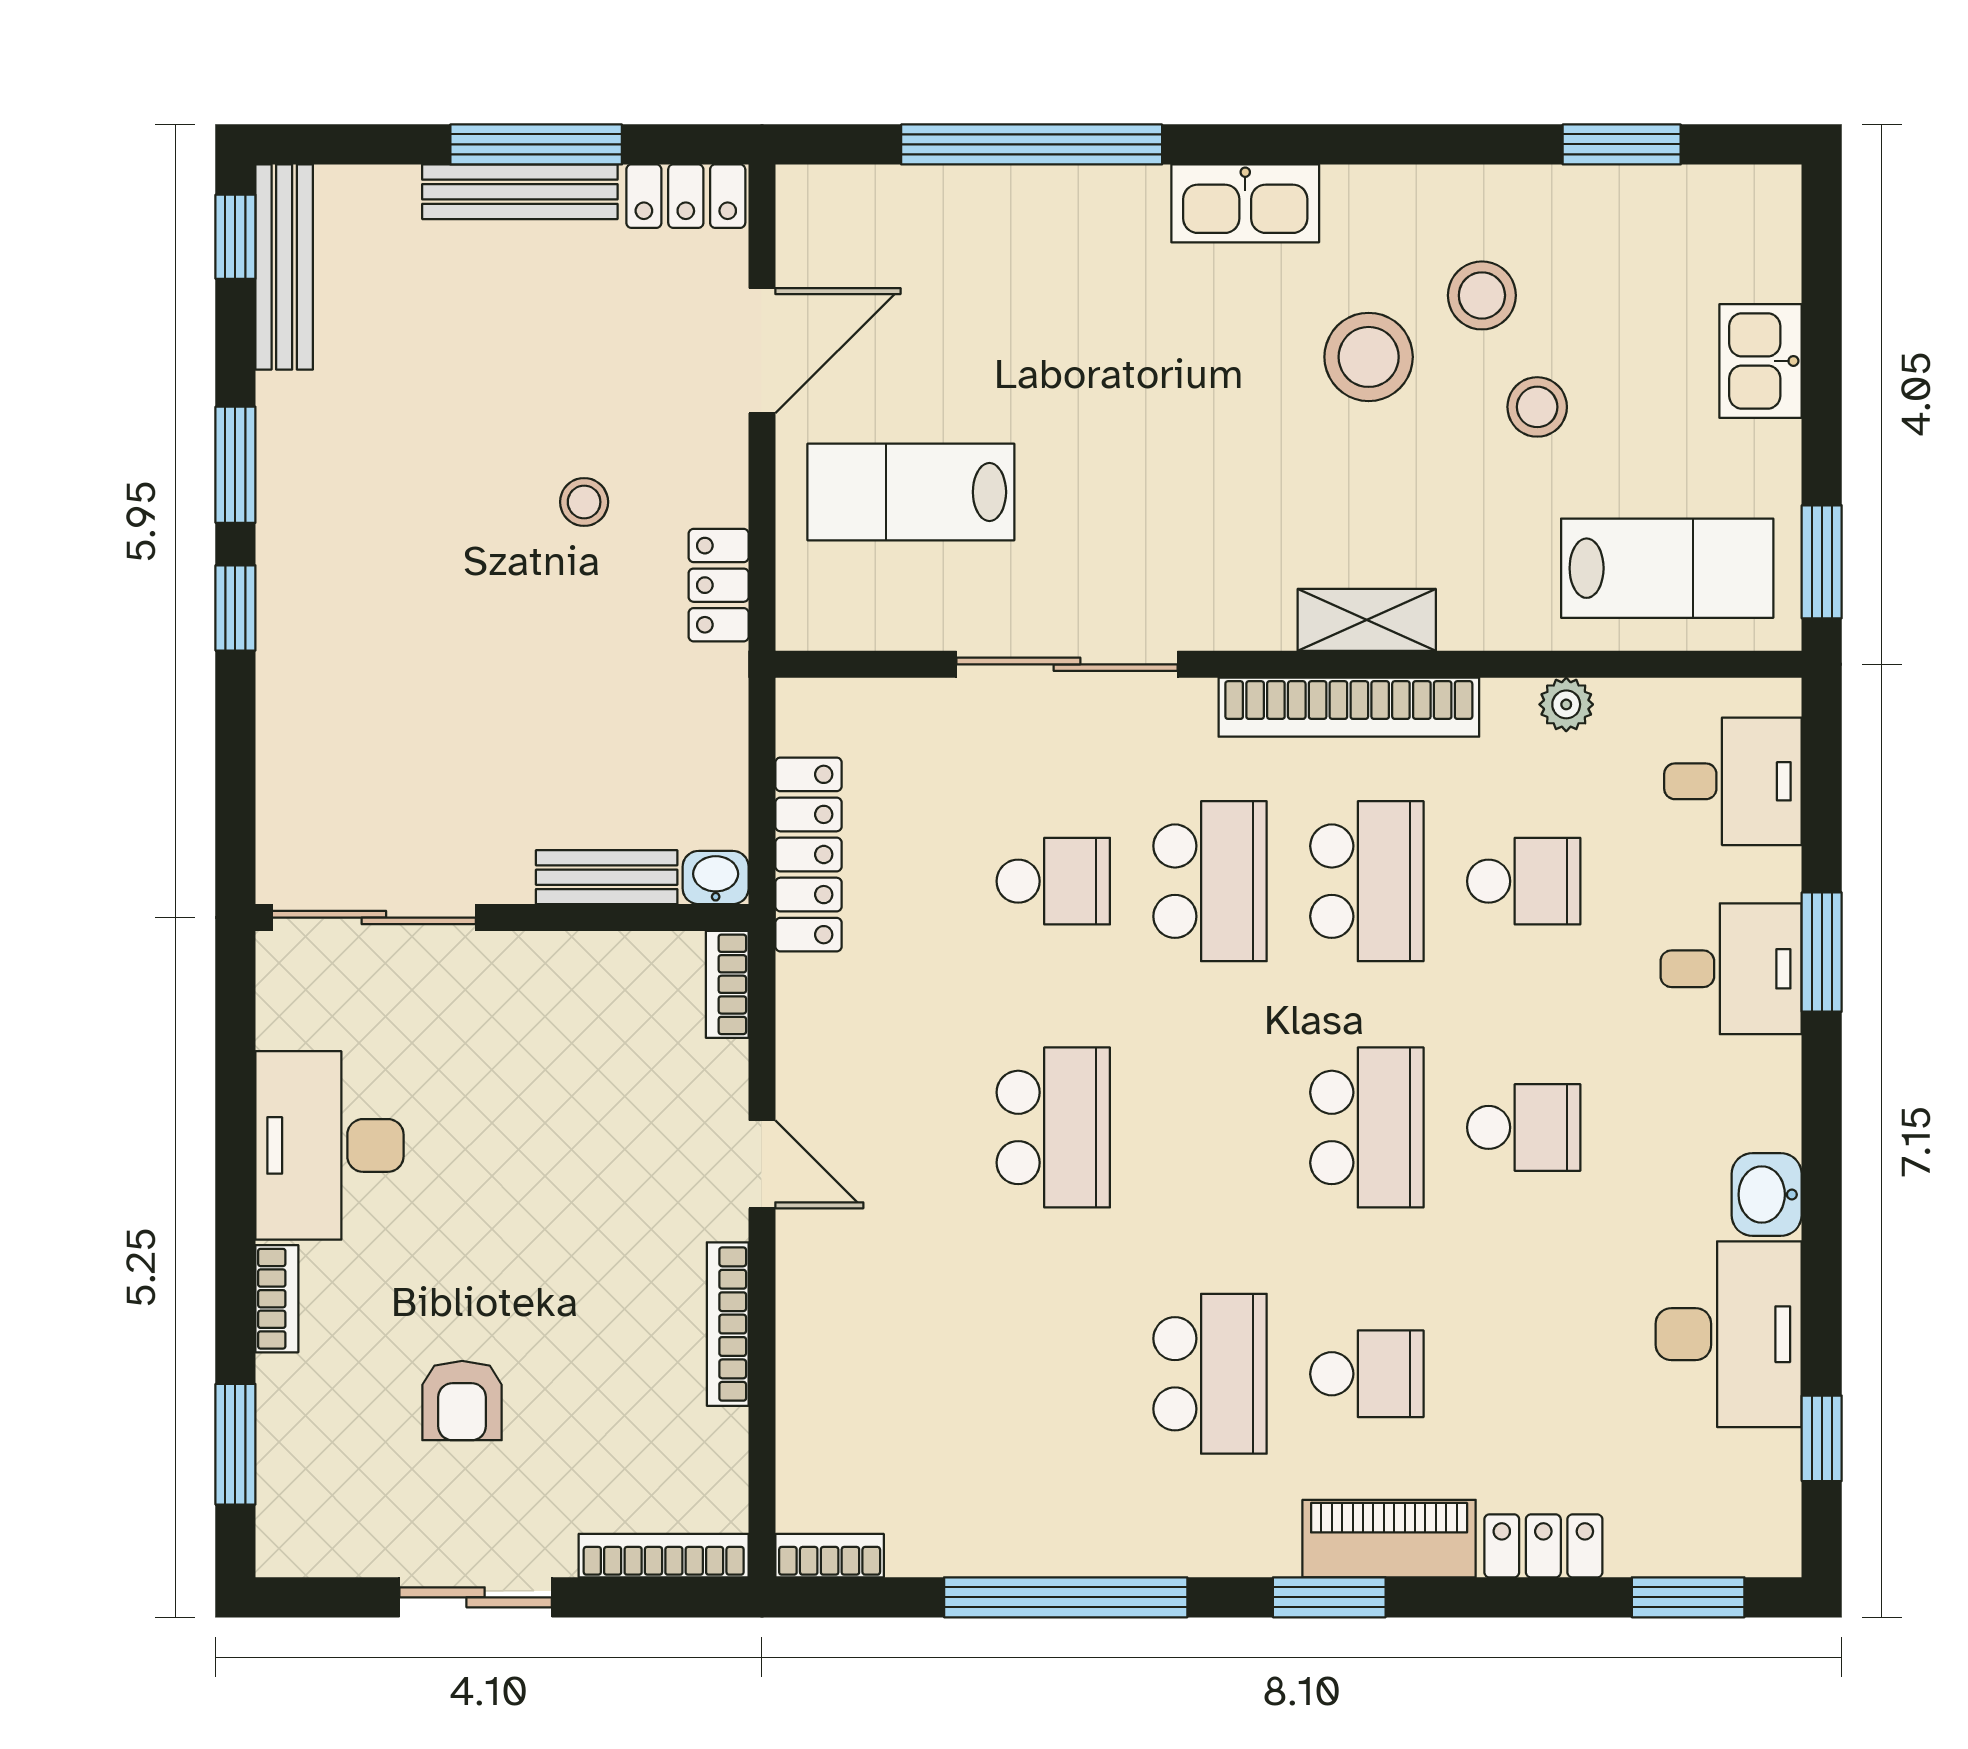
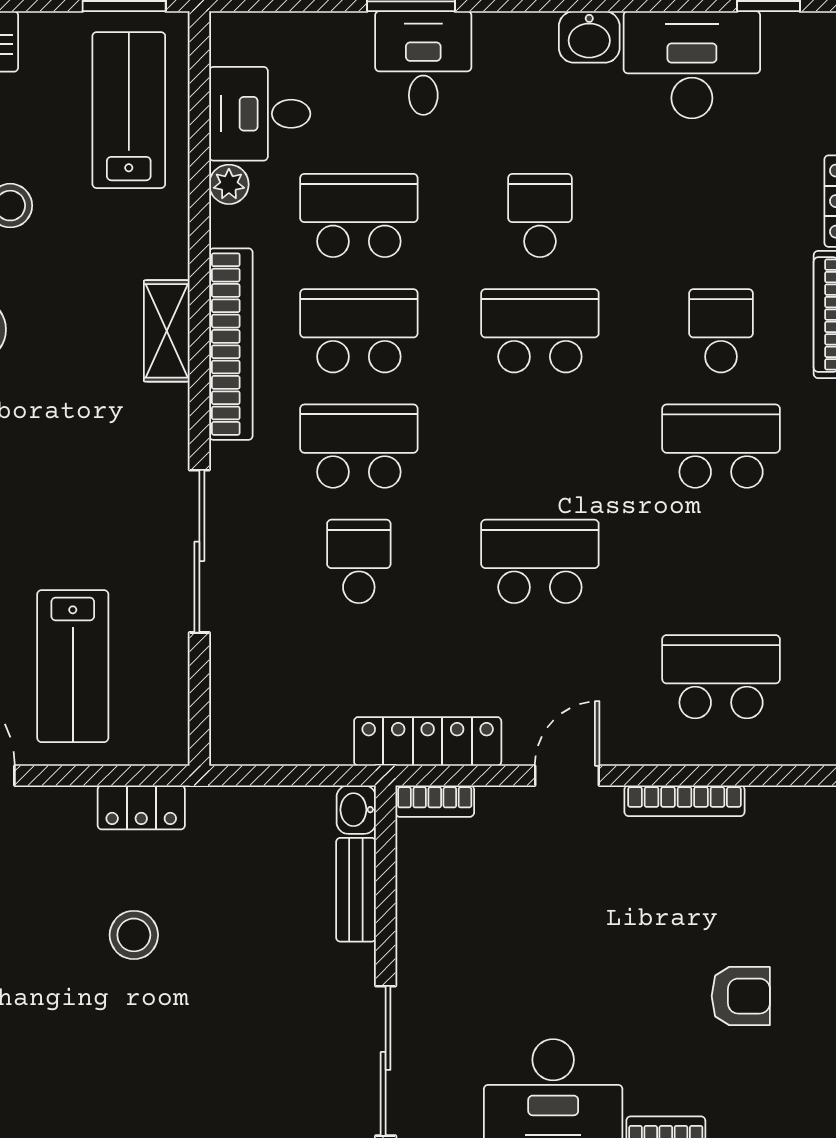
stool: (584, 502) -> (134, 935), moved, width x1.37, depth x1.37
desk: (1733, 781) -> (260, 114), moved, turned -90
locker: (808, 854) -> (428, 741), moved
school desk: (1524, 881) -> (359, 216), width x1.85
school desk: (896, 1374) -> (721, 677), added

